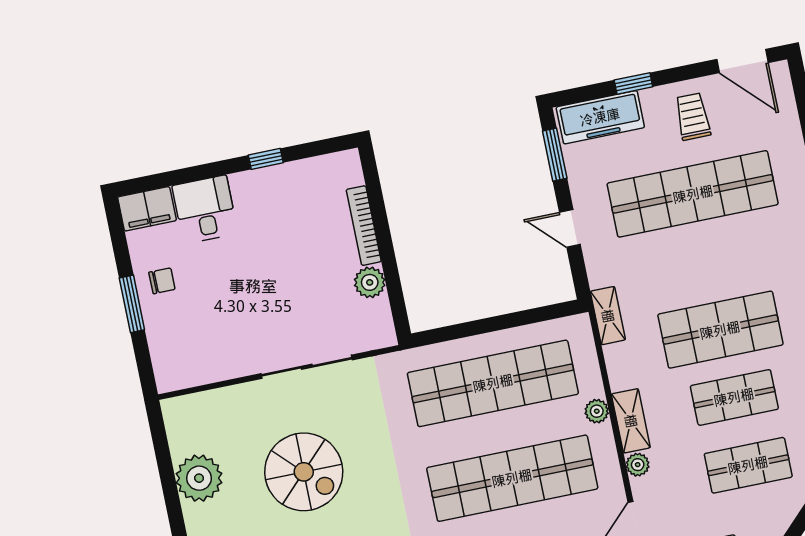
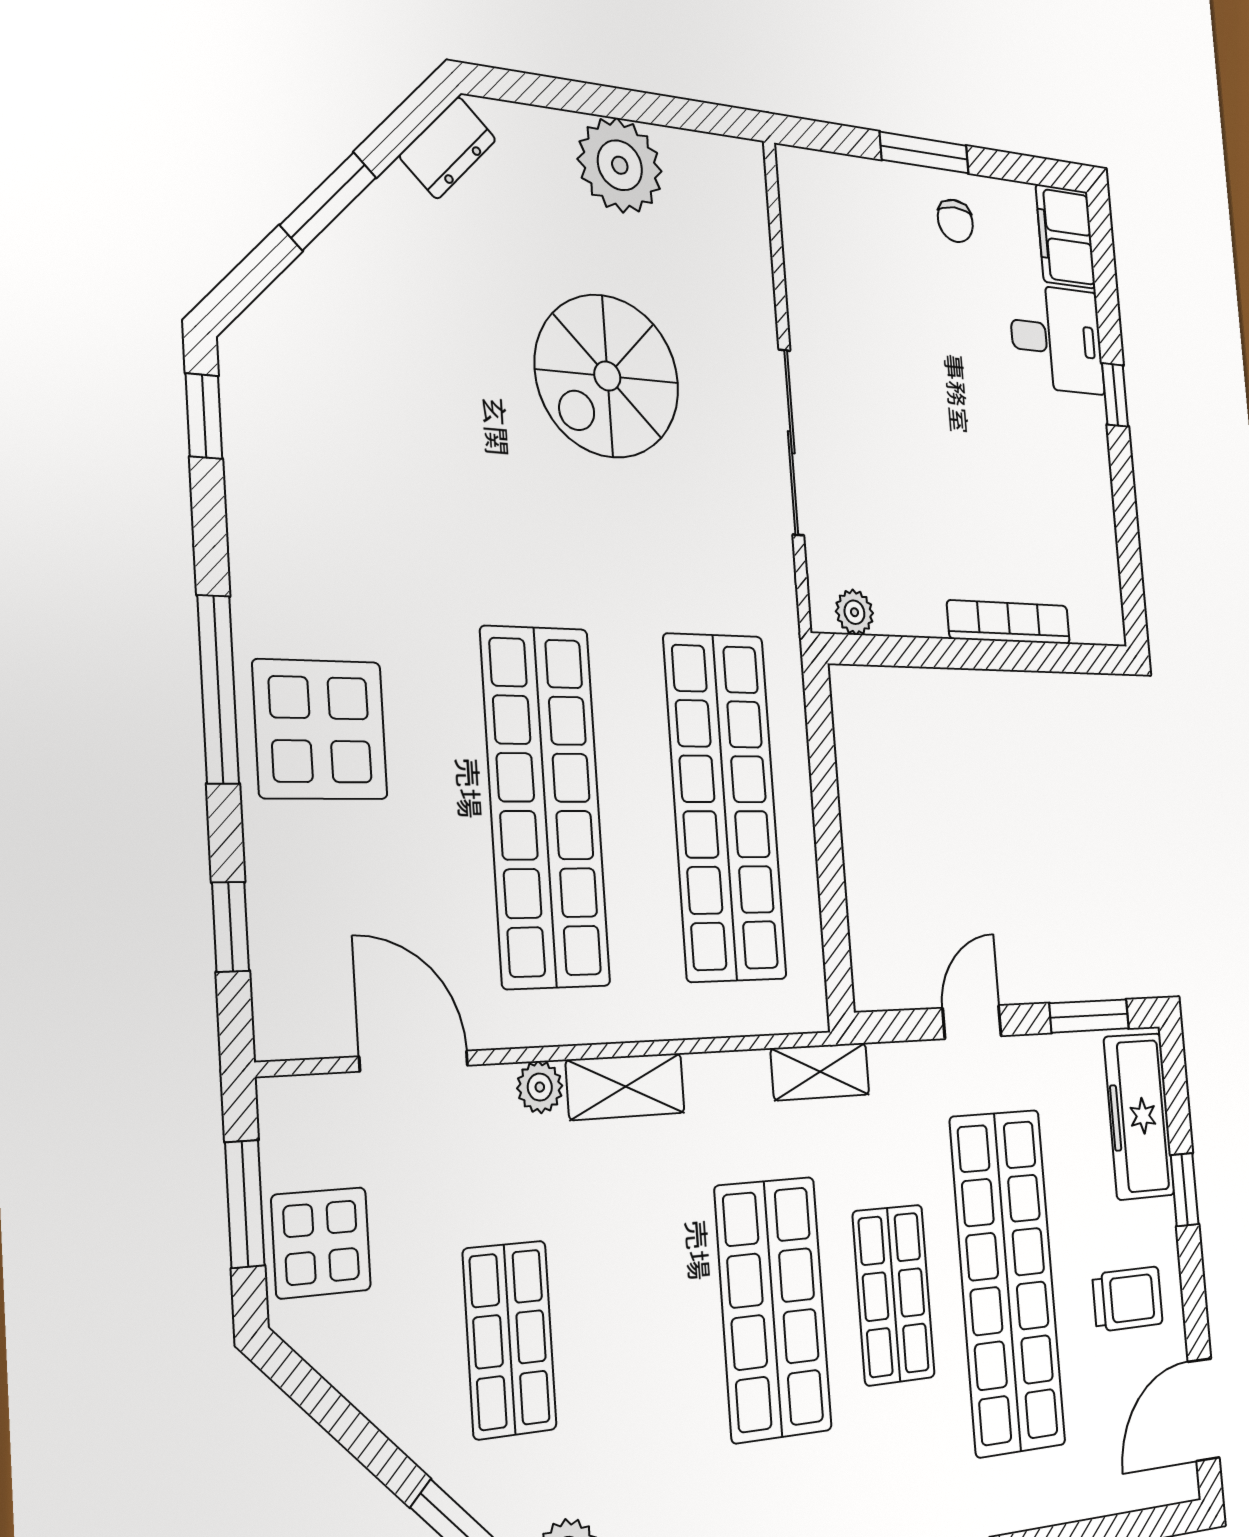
window: (266, 159) -> (1115, 395), moved
plant: (370, 282) -> (854, 612), moved, width x0.73, depth x0.73
shop shelf: (734, 397) -> (894, 1294), moved
plant: (597, 411) -> (652, 1016), removed

